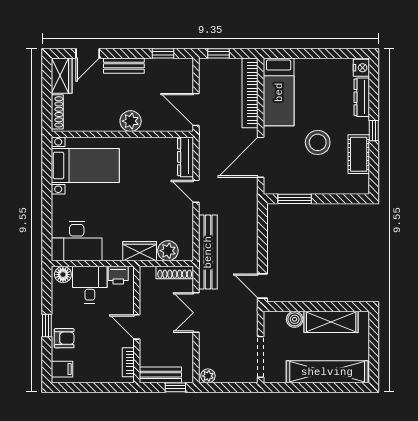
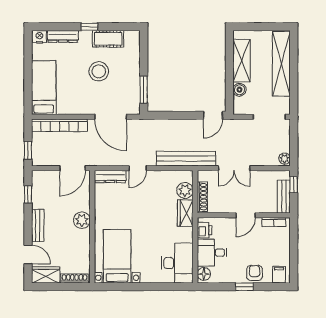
bed: (279, 92) -> (44, 88), moved, turned -90
shoe rack: (175, 273) -> (202, 197), moved

